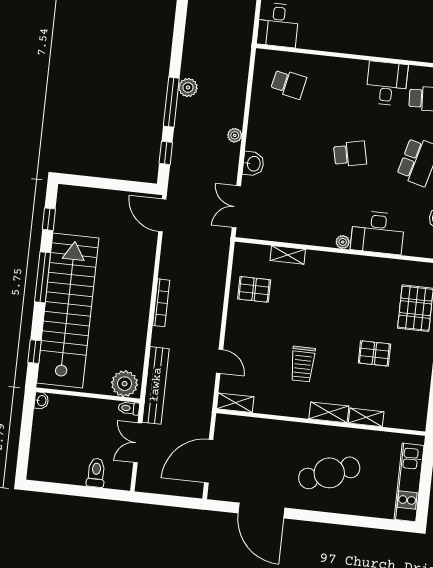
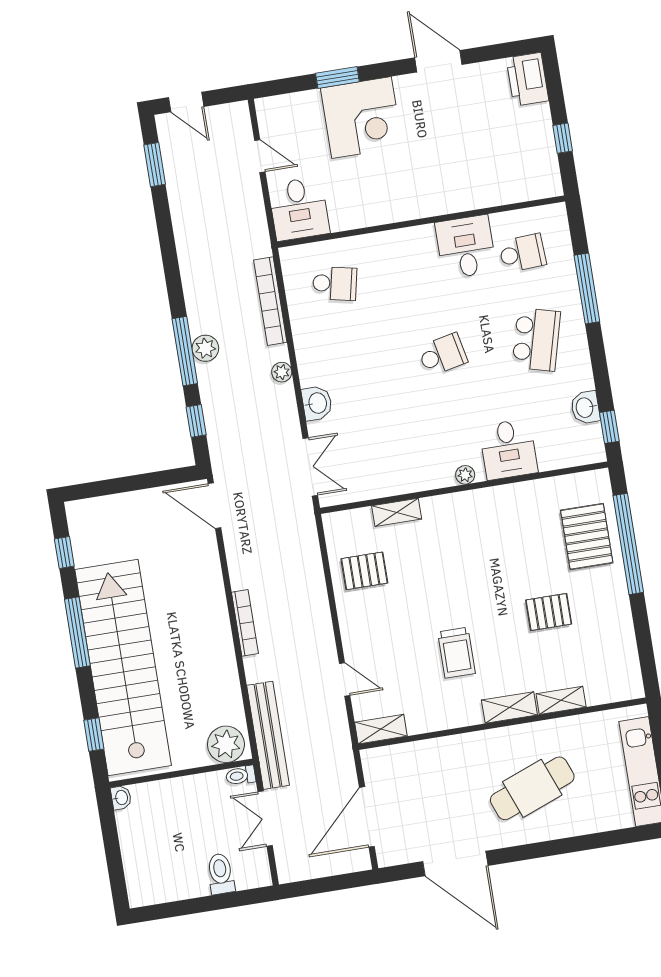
bookcase: (240, 84) -> (270, 301), added
plant: (188, 87) -> (205, 348), moved
double door: (236, 207) -> (310, 467), swing flipped
desk: (378, 232) -> (508, 449), width x0.73

